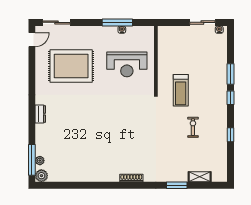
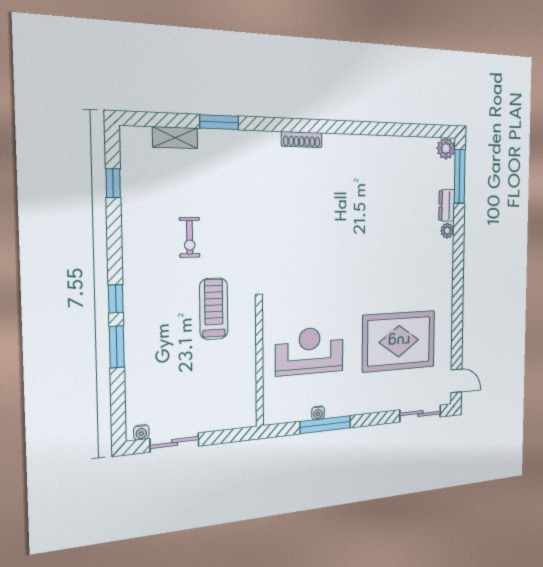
door: (32, 40) -> (456, 381), swing flipped
dresser: (40, 114) -> (447, 205), moved
window: (231, 135) -> (113, 183), moved
plant: (40, 161) -> (447, 231), moved

